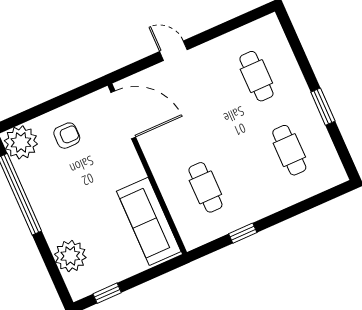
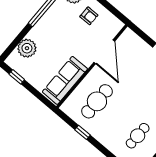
door: (123, 115) -> (104, 52), moved
cafe table: (205, 187) -> (97, 101), width x1.37, depth x1.35

